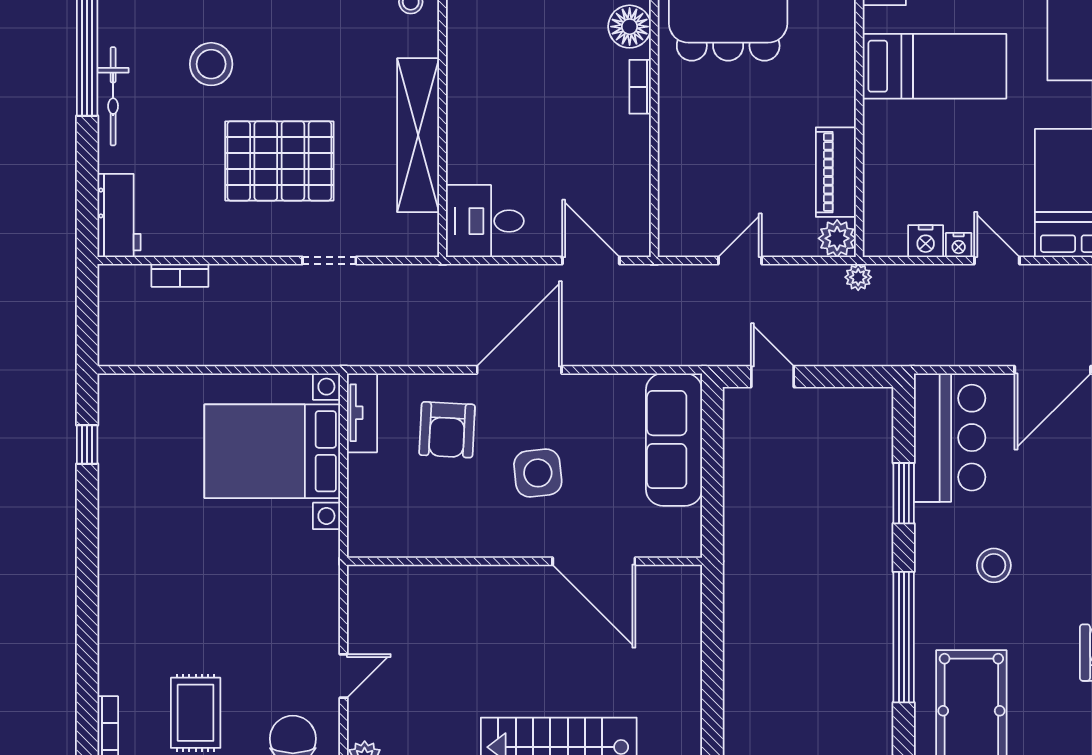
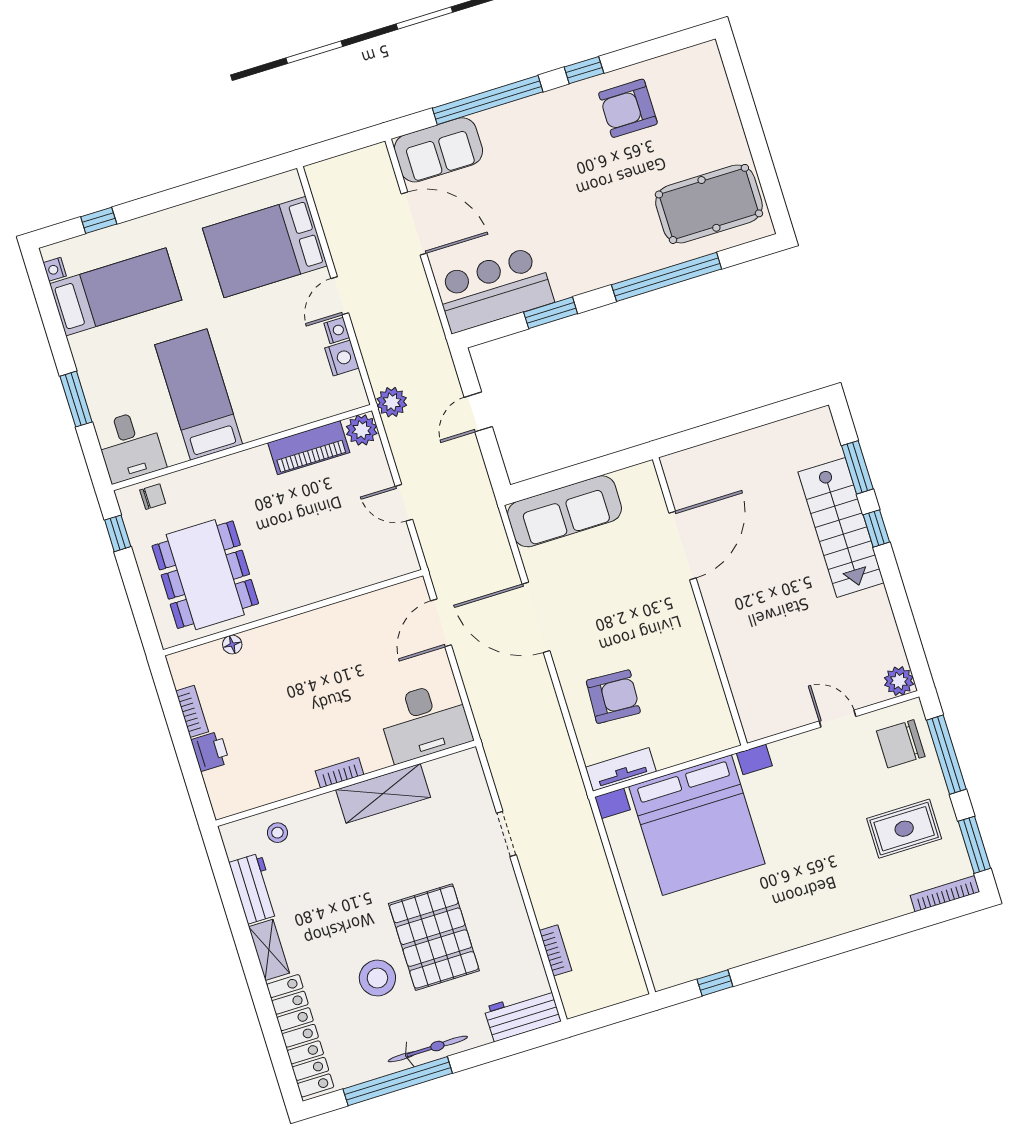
floor lamp: (630, 27) -> (232, 645), width x0.53, depth x0.53
bookcase: (640, 87) -> (340, 773), moved, turned 180
shelving: (418, 135) -> (383, 793), width x0.68
pallet: (279, 161) -> (434, 937), moved
desk: (485, 221) -> (425, 722), width x1.37
plant: (858, 277) -> (392, 402), width x1.38, depth x1.38
door: (519, 370) -> (536, 617), moved
door: (773, 377) -> (478, 412), moved
bed with nightstands: (272, 451) -> (697, 825), width x1.36
side table: (538, 473) -> (625, 613), removed
stool: (994, 565) -> (586, 222), removed

